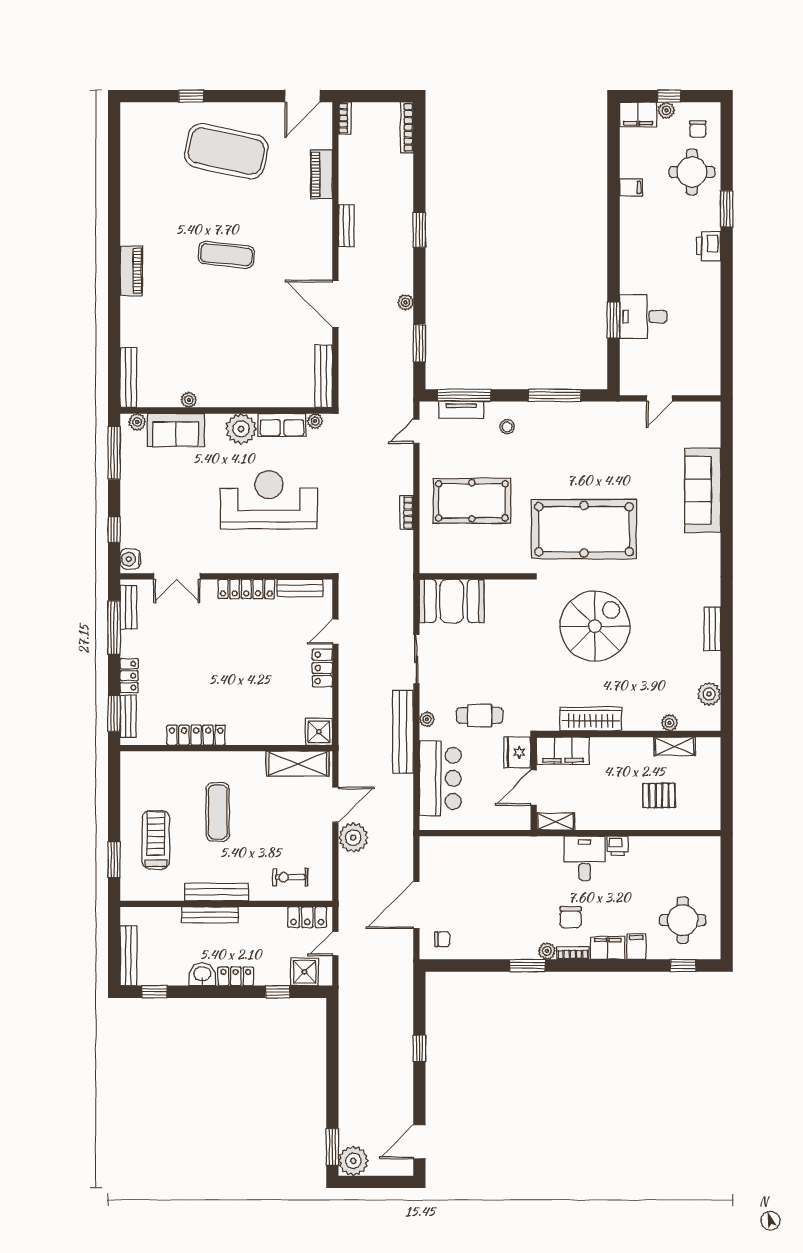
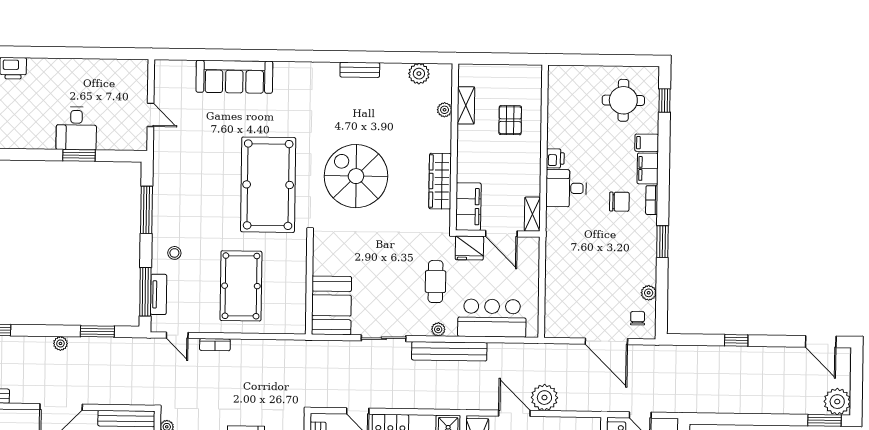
bookcase: (407, 513) -> (215, 345), moved
plant: (547, 951) -> (649, 293), moved

